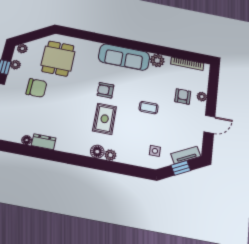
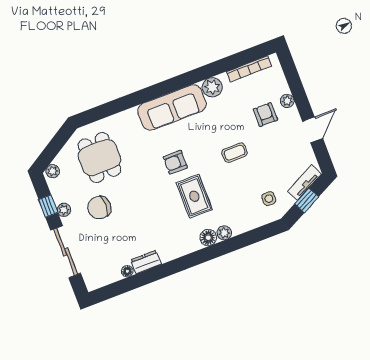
plant: (15, 65) -> (64, 210), moved
chair: (37, 88) -> (99, 208), turned 180

